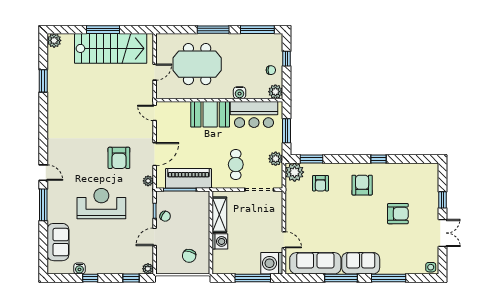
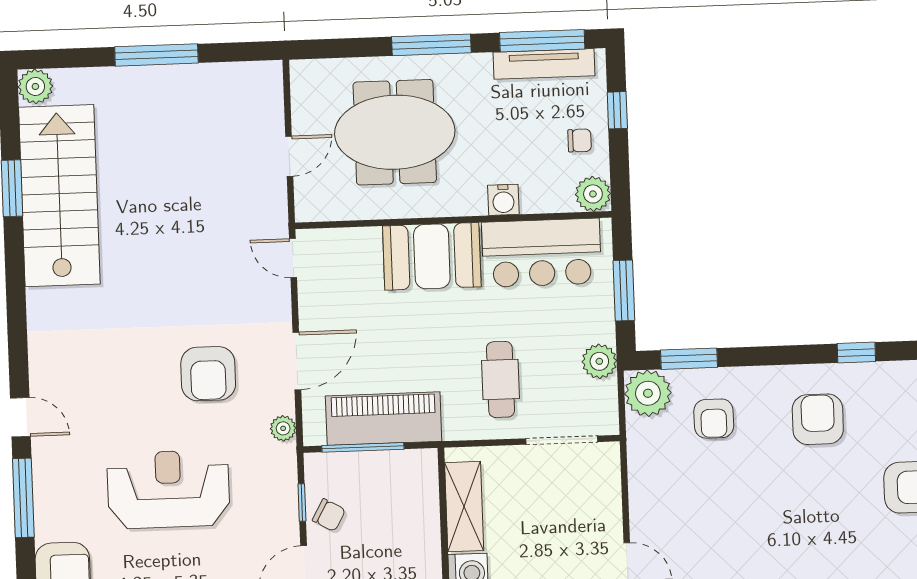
tv unit: (258, 39) -> (544, 64), added
stairs: (111, 48) -> (59, 196), moved, turned -90

